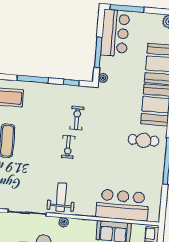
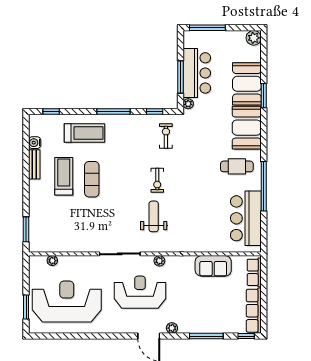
bar counter: (115, 33) -> (197, 73), moved
exercise bike: (77, 118) -> (166, 136), moved
weight bench: (61, 197) -> (154, 216), moved
bar counter: (122, 205) -> (246, 218), moved, turned -90

